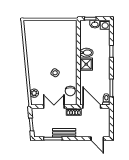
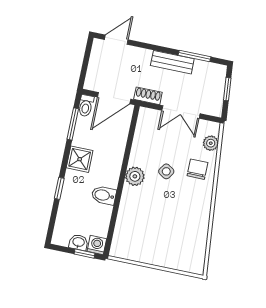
washing machine: (105, 25) -> (97, 245), moved
shower: (86, 64) -> (80, 159), moved
plant: (72, 66) -> (135, 176), added
chair: (70, 91) -> (197, 169), moved
door: (92, 107) -> (114, 98), hinge flipped
door: (97, 139) -> (116, 40), hinge flipped

